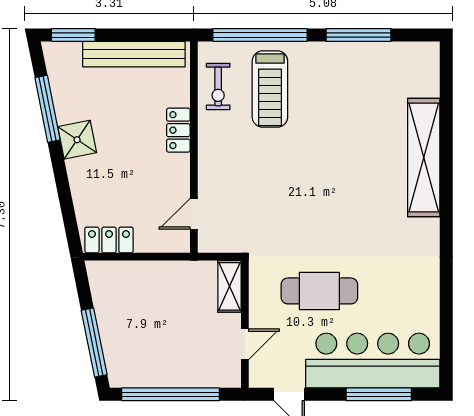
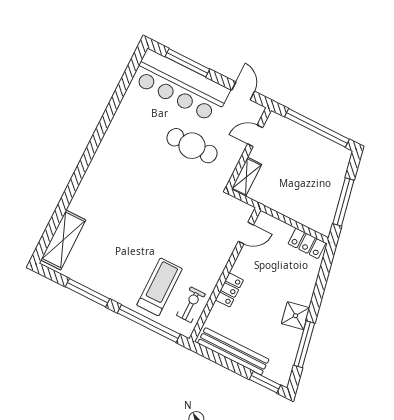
shelving: (424, 157) -> (63, 240), moved, width x0.68
window: (94, 343) -> (343, 202), moved

